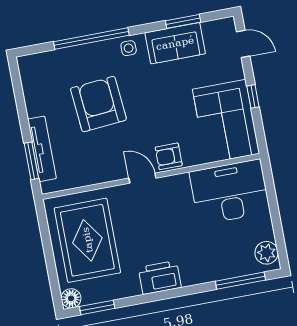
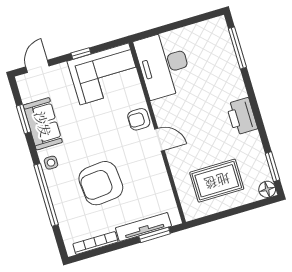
bookcase: (29, 91) -> (96, 243), added
armchair: (169, 156) -> (139, 119), turned 90
door: (142, 178) -> (159, 140), swing flipped
rug: (87, 240) -> (217, 181), width x0.73, depth x0.69
plant: (266, 253) -> (212, 28), removed

